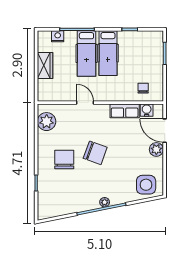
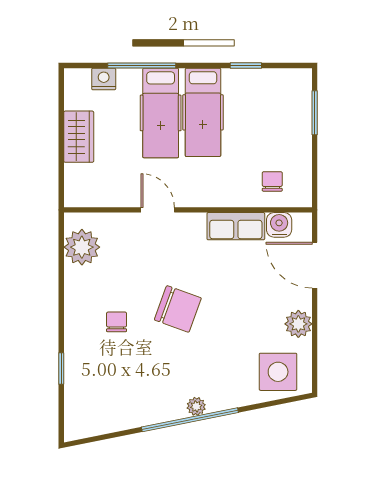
plant: (156, 149) -> (298, 324), moved
chair: (64, 159) -> (117, 322), width x0.54, depth x0.54

